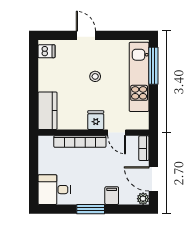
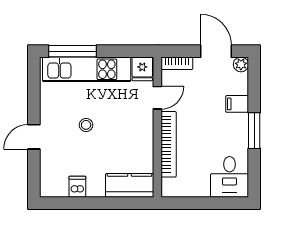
dishwasher: (46, 51) -> (77, 187), moved
fridge: (96, 120) -> (142, 69), moved, turned -90
door: (153, 179) -> (216, 51), swing flipped

